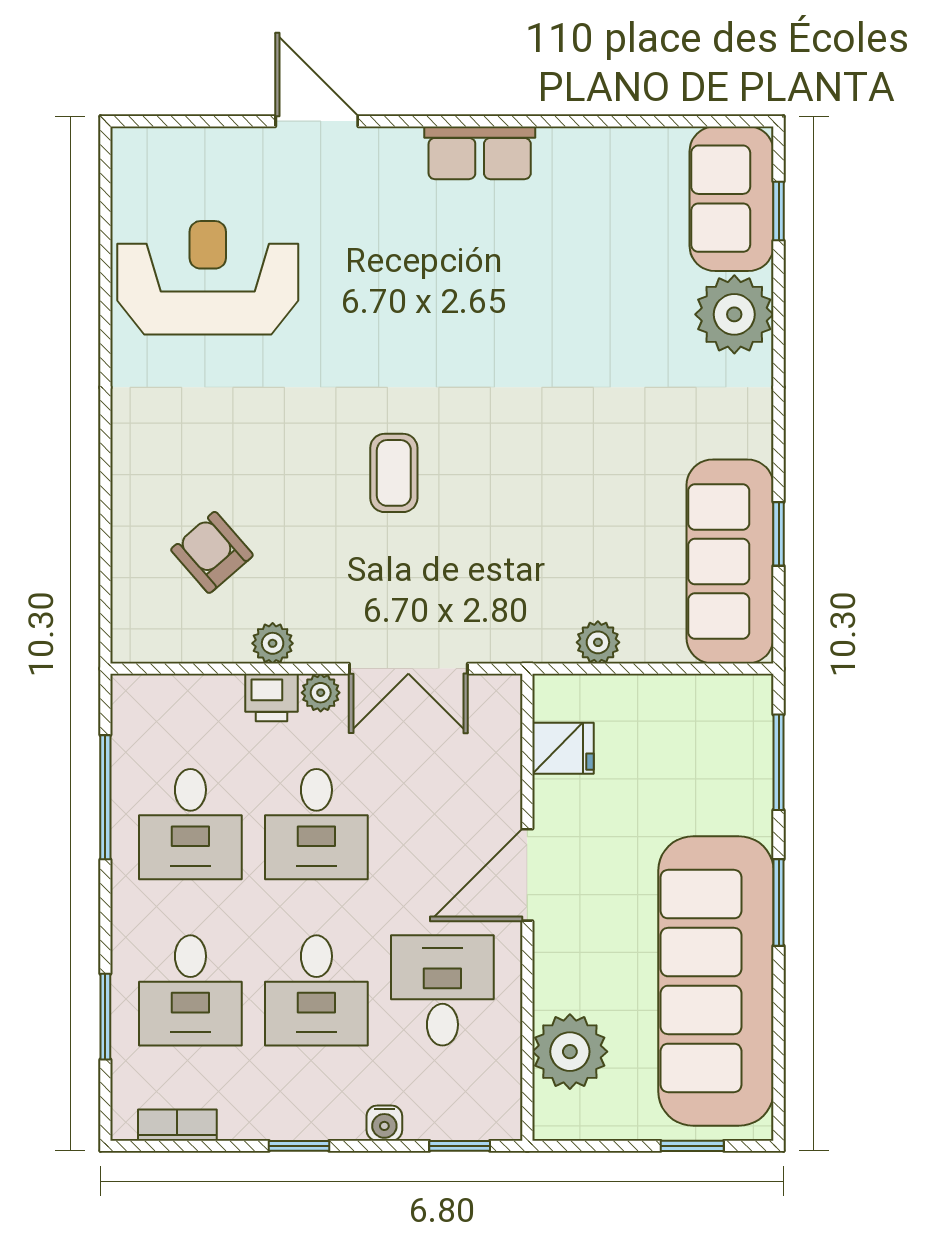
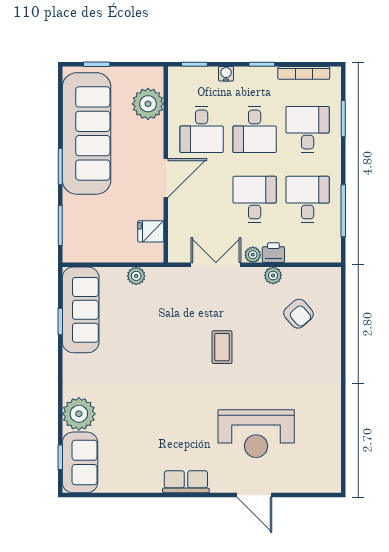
reception desk: (208, 278) -> (256, 434), moved
desk: (316, 990) -> (255, 129), turned 180
bookcase: (177, 1125) -> (304, 73), width x1.56

